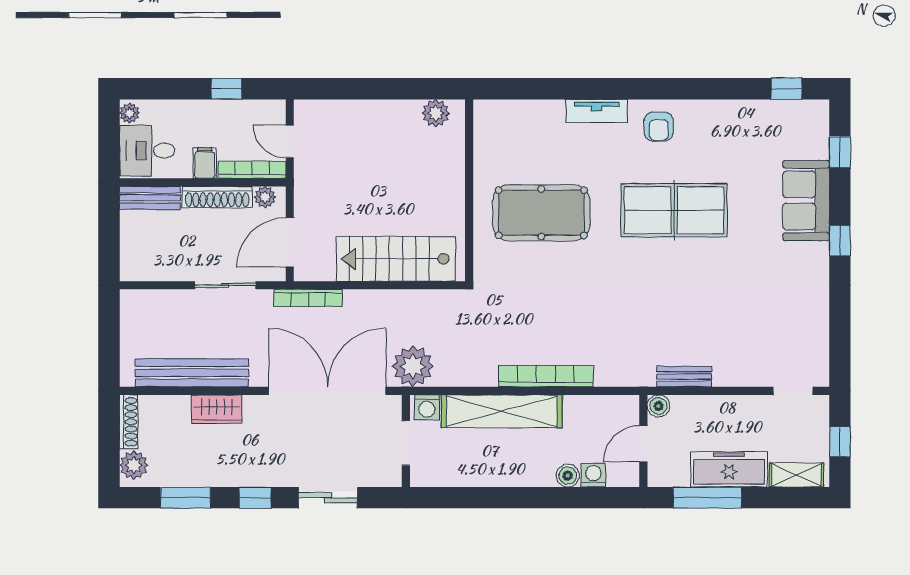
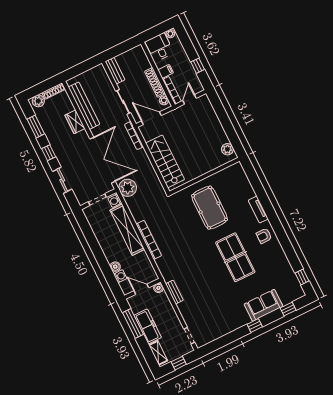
bench: (150, 198) -> (115, 71), moved

